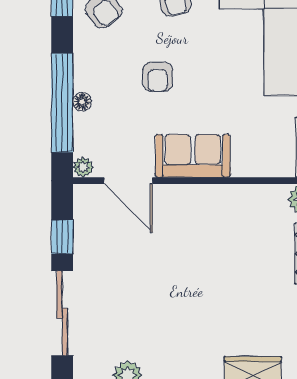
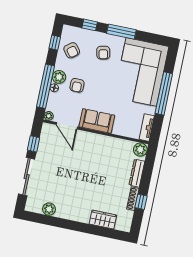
plant: (88, 75) -> (59, 77), added
armchair: (158, 77) -> (77, 85), moved

